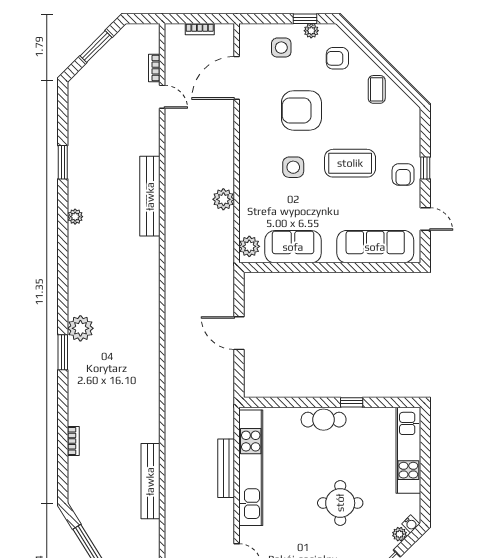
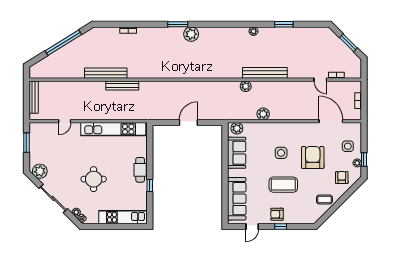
door: (162, 97) -> (320, 80), hinge flipped
coffee table: (350, 163) -> (283, 185), turned 90
plant: (174, 231) -> (246, 86), added
bench: (226, 468) -> (122, 85), moved

